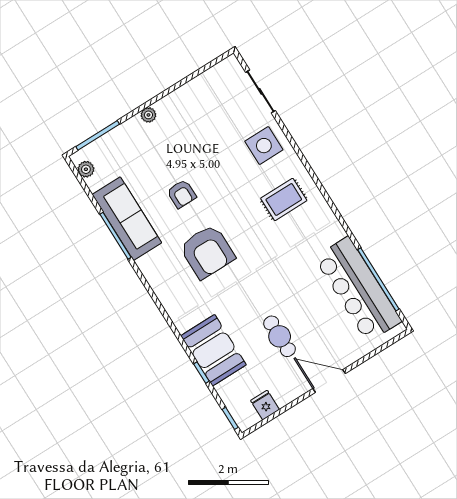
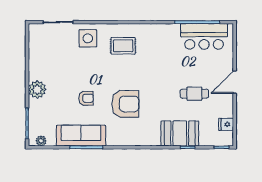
plant: (148, 115) -> (37, 90), width x1.87, depth x1.87
rug: (284, 199) -> (123, 46), turned 90
bar counter: (358, 289) -> (204, 36), width x0.73

